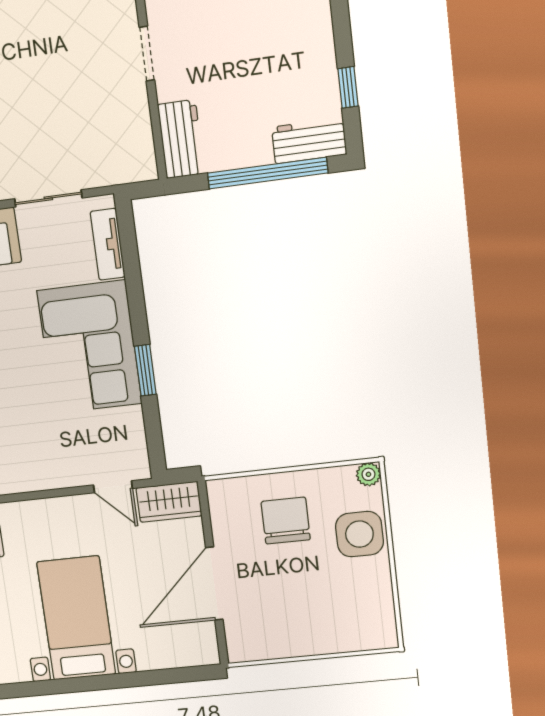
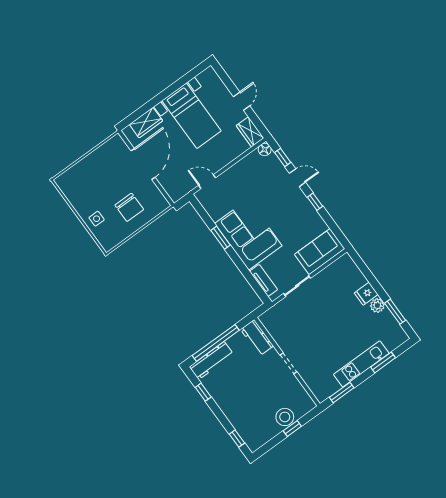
workbench: (309, 141) -> (211, 361), width x1.38
plant: (368, 474) -> (107, 245), removed
wardrobe: (169, 502) -> (146, 123), moved, turned 180
side table: (359, 534) -> (97, 219), width x0.54, depth x0.54

